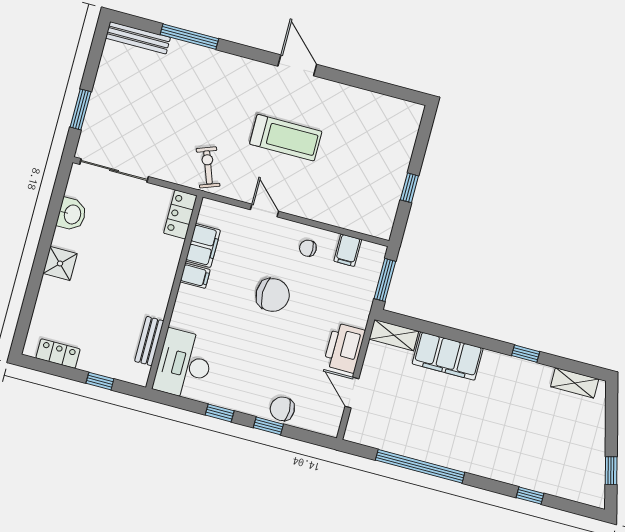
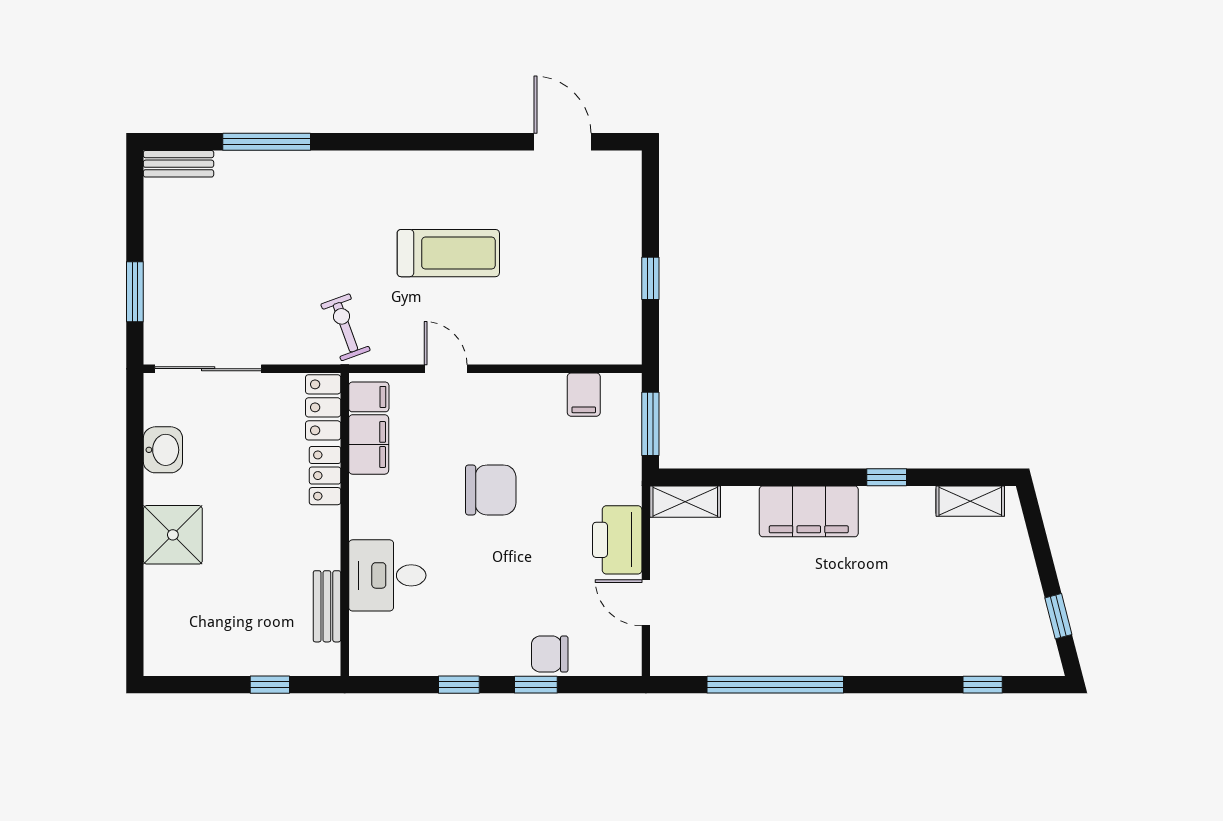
bench: (138, 38) -> (178, 164), width x0.73
door: (297, 65) -> (563, 142), moved
chair: (308, 248) -> (524, 407), removed
shower: (60, 264) -> (173, 535), width x1.36, depth x1.36
filing cabinet: (195, 276) -> (369, 397), moved
locker: (58, 354) -> (325, 476), moved, turned -90
filing cabinet: (448, 356) -> (809, 511), moved
desk: (184, 364) -> (387, 575), moved, width x0.73
window: (530, 496) -> (983, 685), moved

